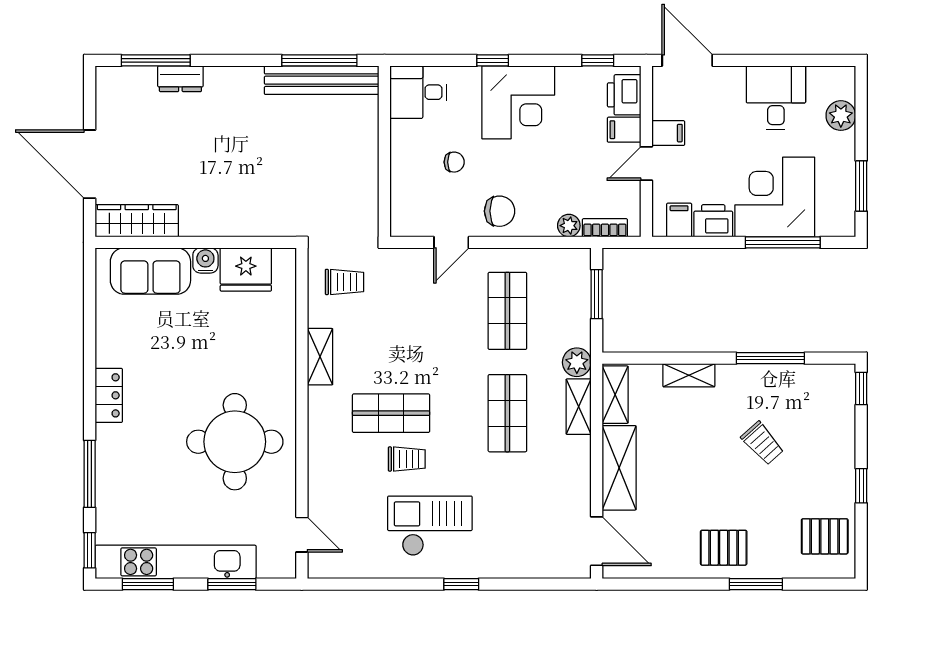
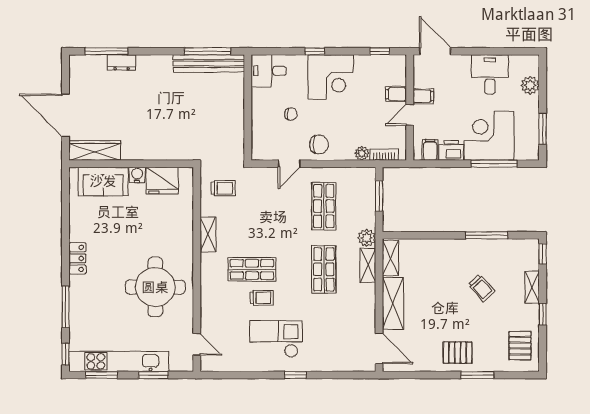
printer: (624, 95) -> (396, 73), removed
shelving: (689, 375) -> (532, 287), moved, turned 90
pallet: (825, 536) -> (520, 346), turned 90

